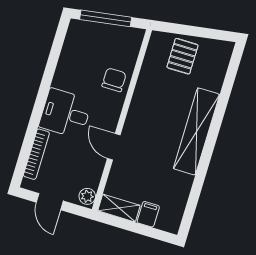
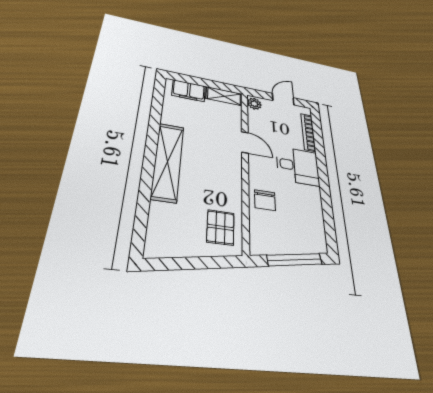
pallet: (182, 56) -> (220, 227), moved
door: (50, 202) -> (283, 99), hinge flipped
filing cabinet: (148, 214) -> (189, 91), width x2.00

